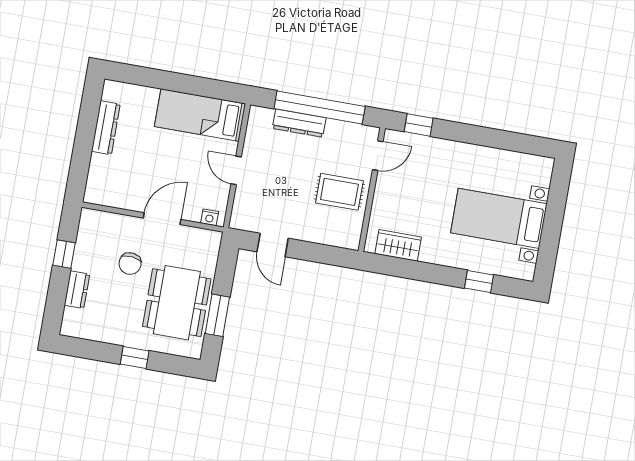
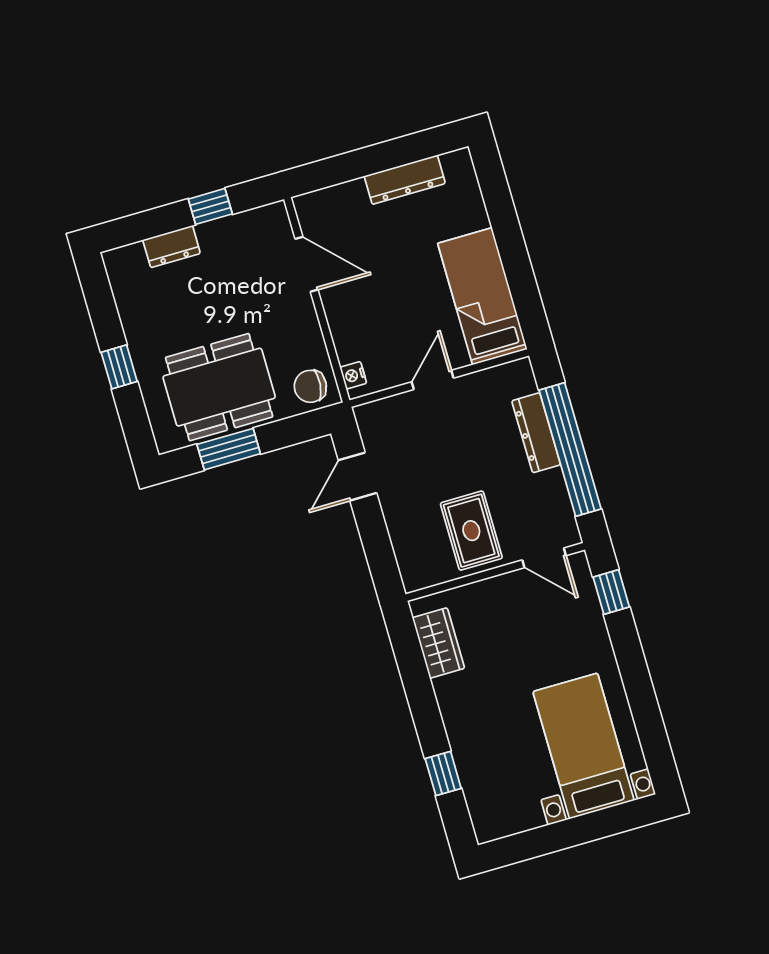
bed with nightstands: (499, 218) -> (584, 746), moved
door: (162, 219) -> (307, 264), moved
chair: (130, 264) -> (310, 386), moved

